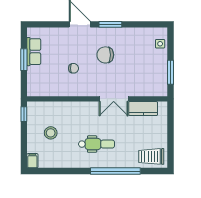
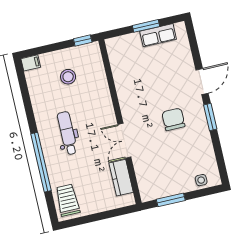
chair: (74, 68) -> (149, 86), removed
dental chair: (97, 144) -> (67, 133), turned 180

